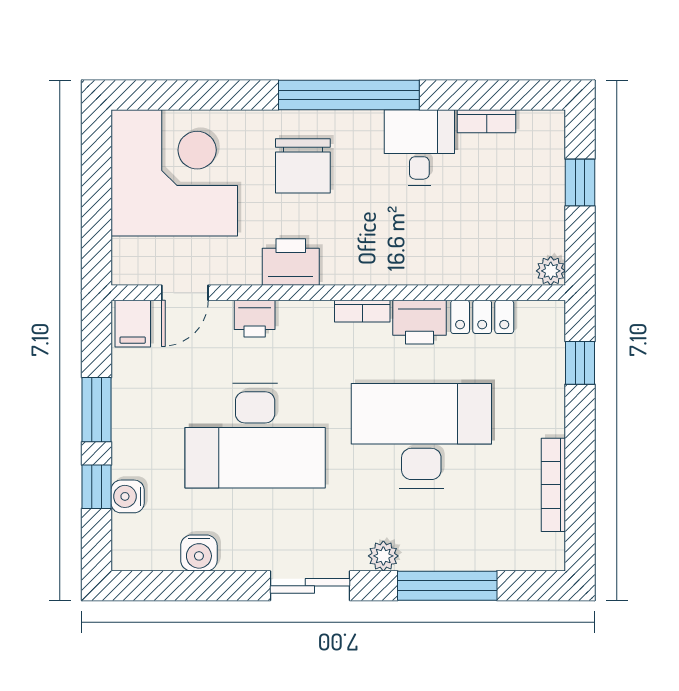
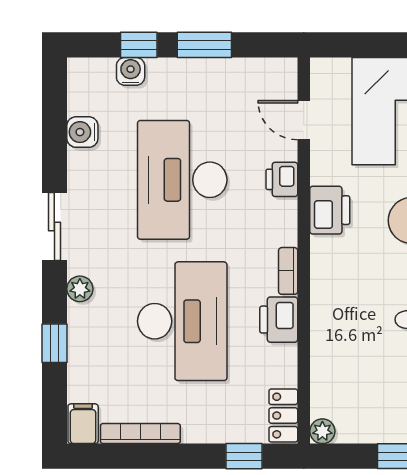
locker: (482, 317) -> (283, 416), moved
filing cabinet: (133, 324) -> (83, 424), moved, turned 90
window: (447, 586) -> (54, 343), width x0.46

